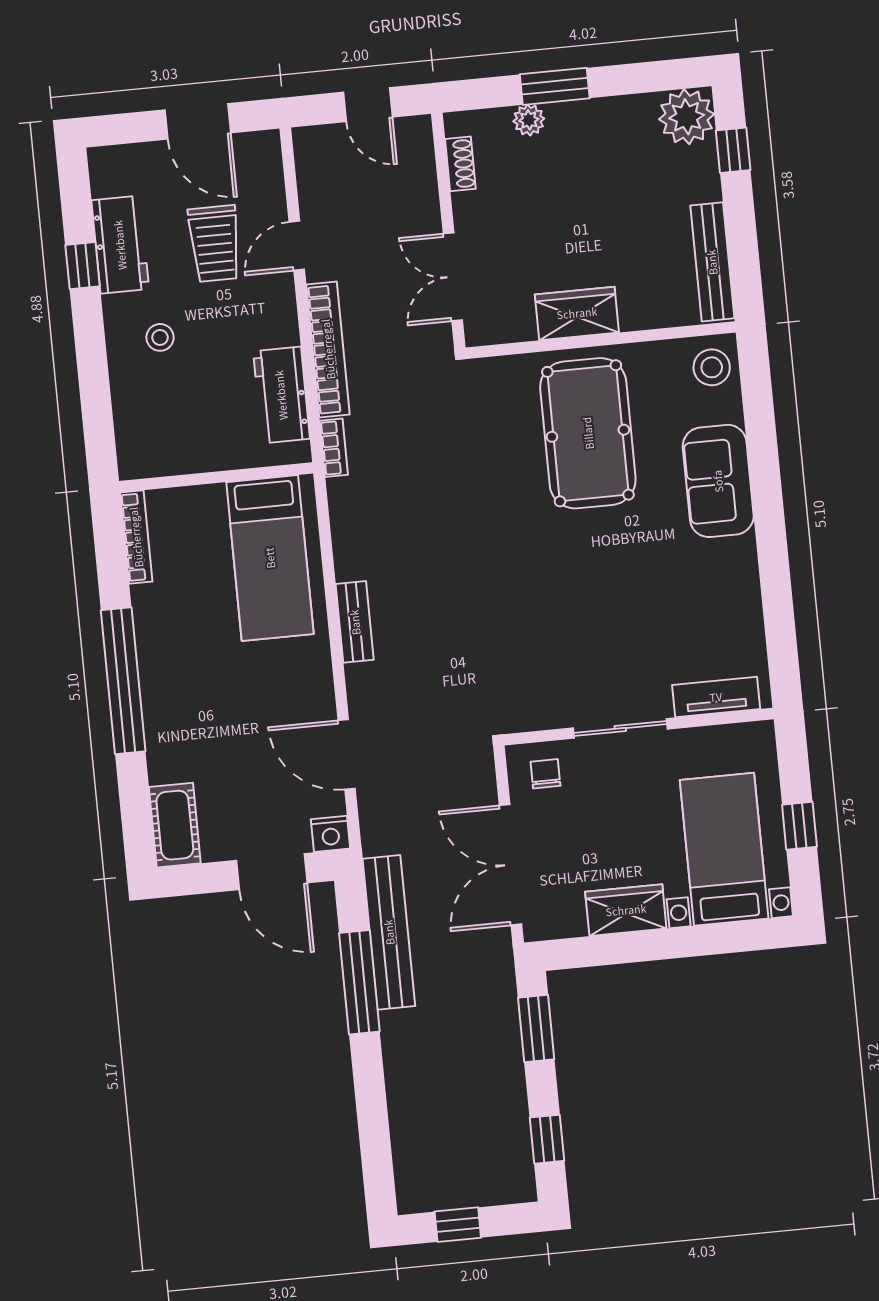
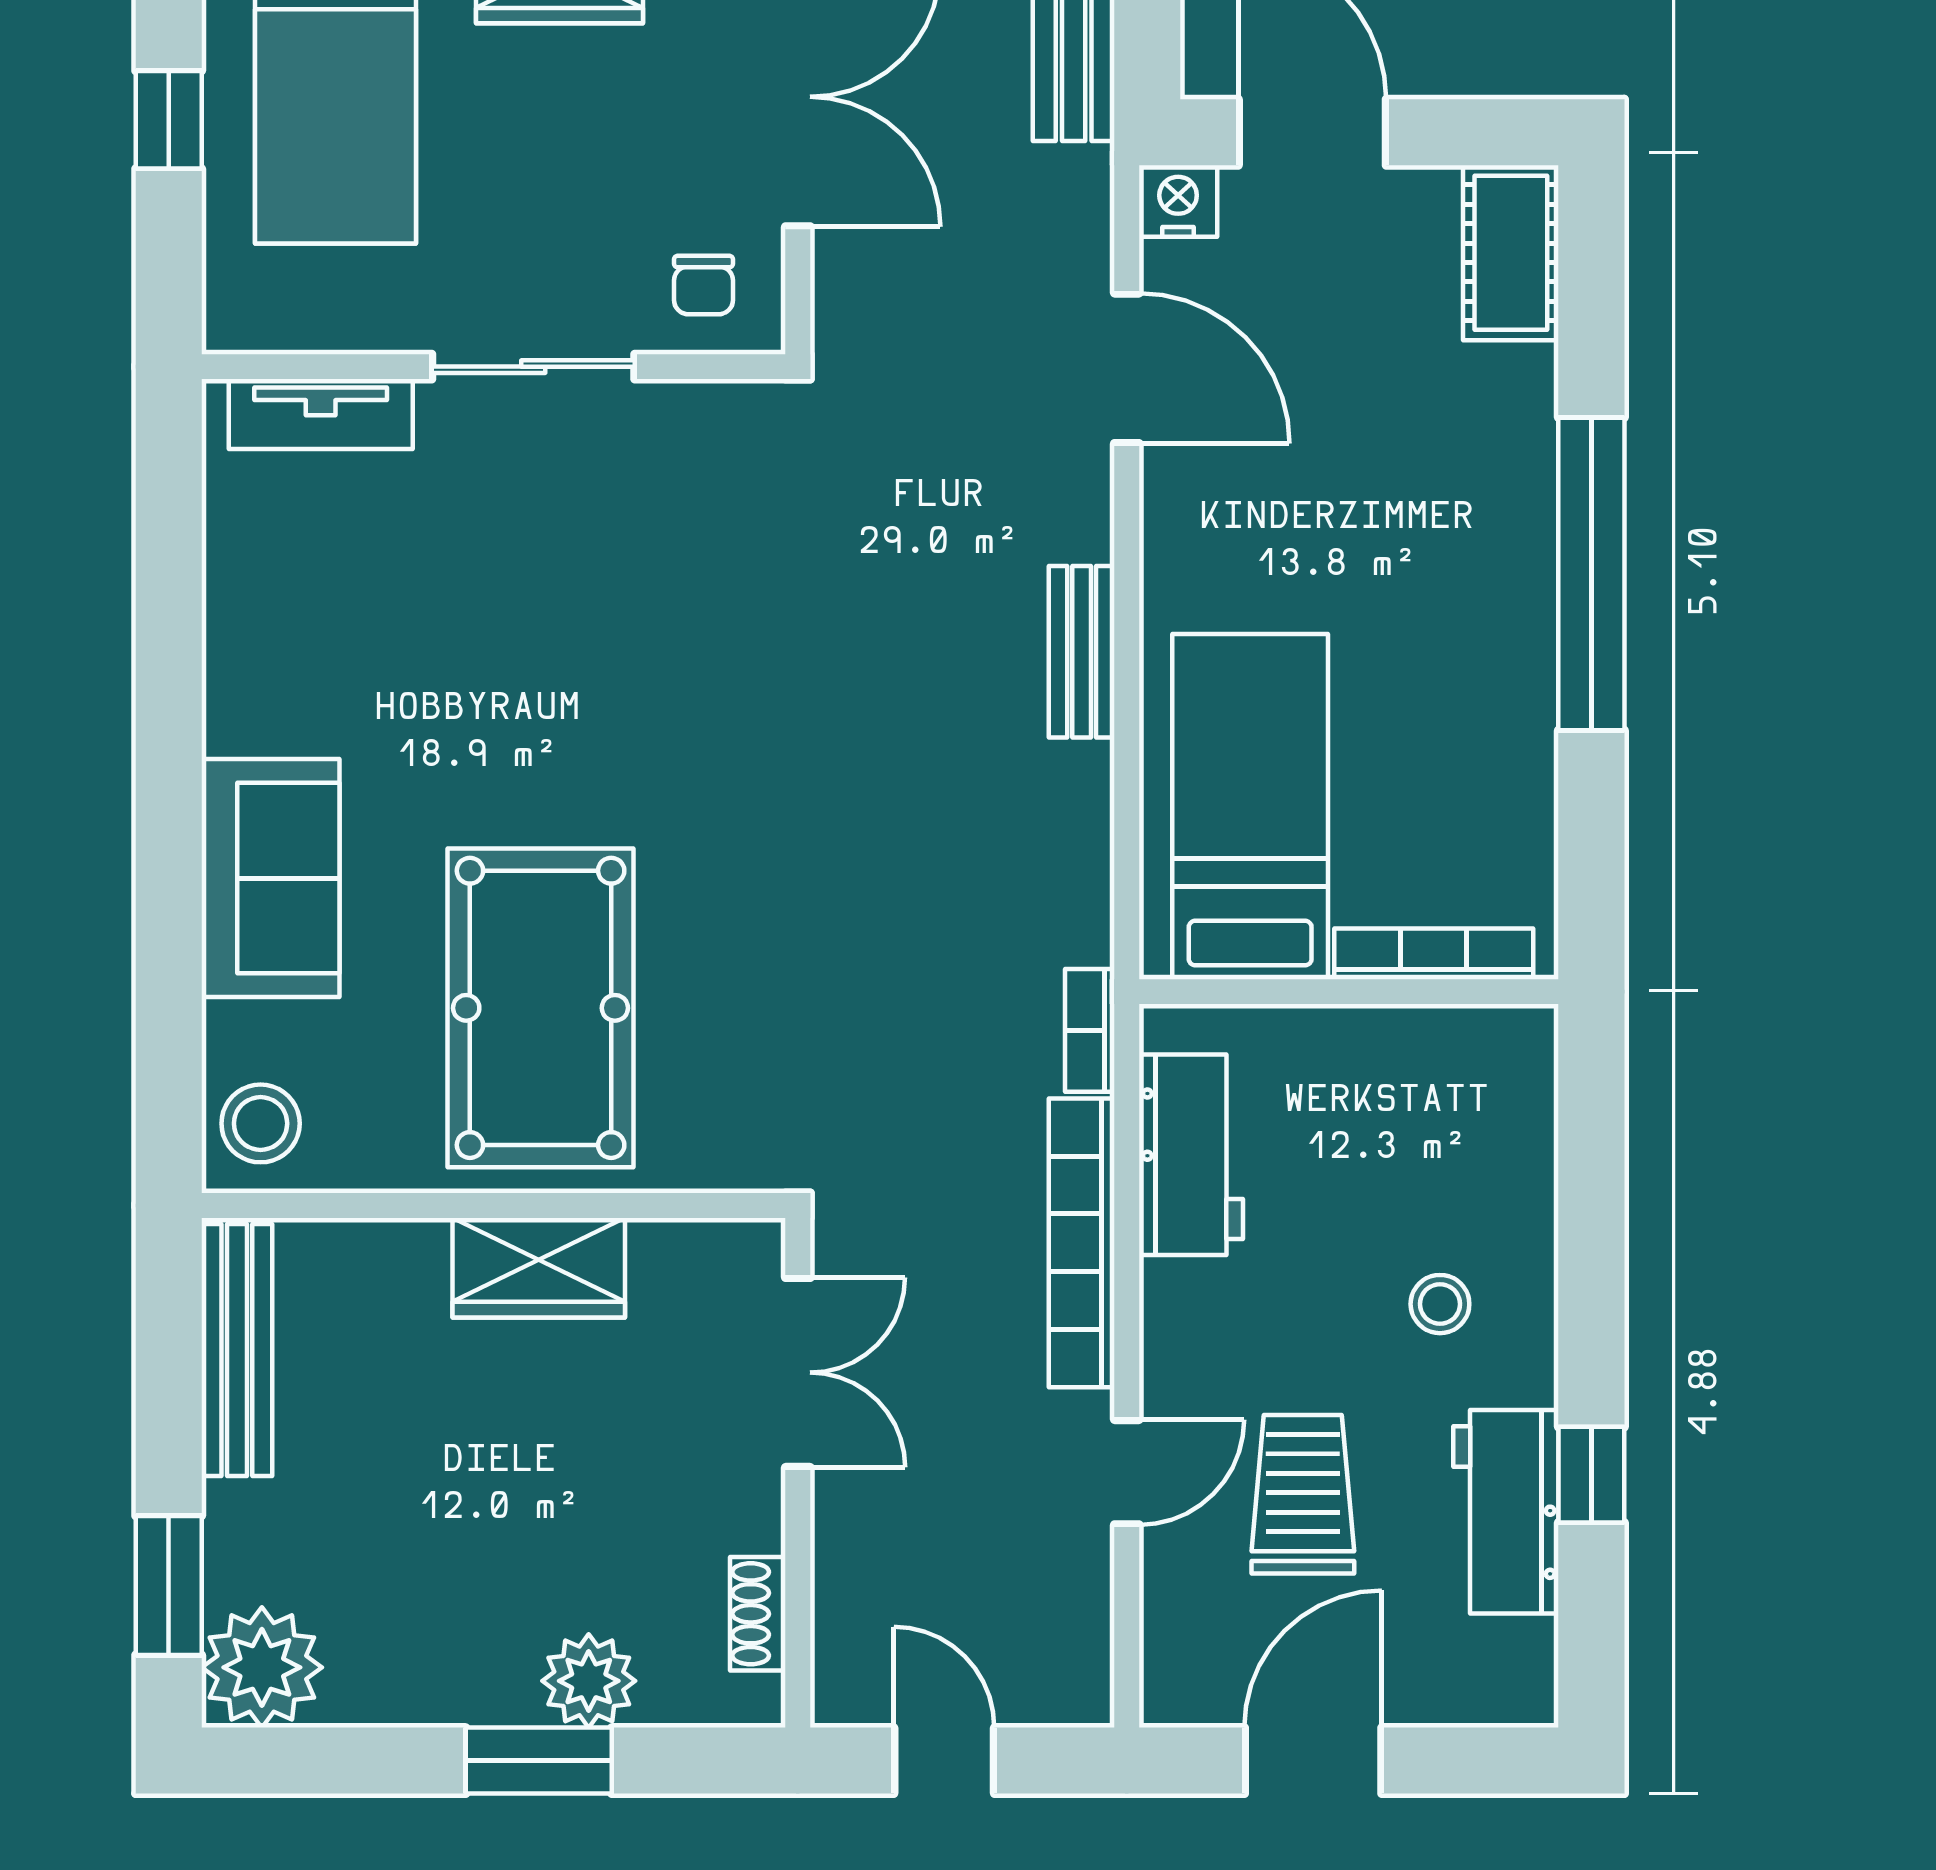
plant: (529, 120) -> (589, 1681), width x1.38, depth x1.38
door: (198, 121) -> (1313, 1761), hinge flipped
window: (733, 150) -> (169, 1585), width x1.50
bookcase: (136, 537) -> (1434, 954), moved, turned 90

